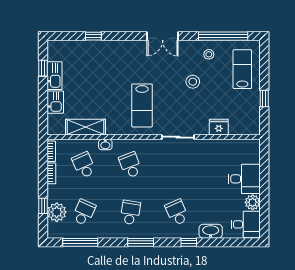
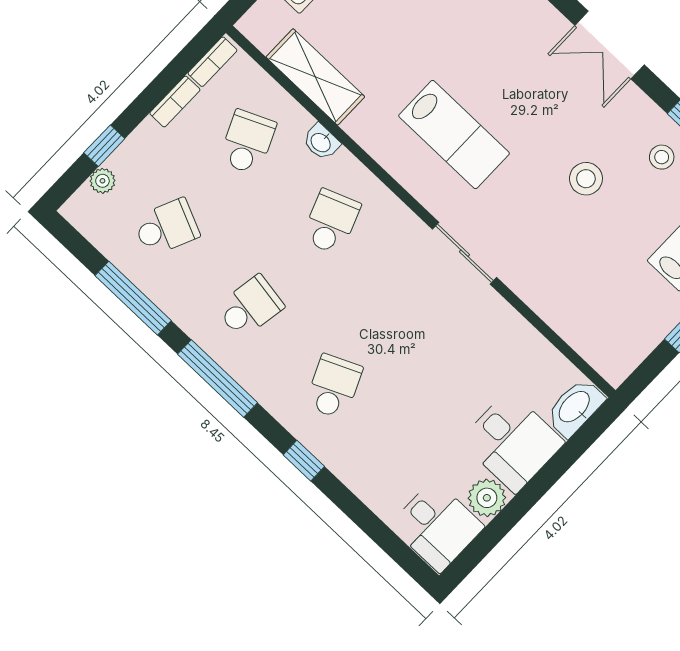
lab bench: (142, 105) -> (454, 135), turned -90
fridge: (219, 127) -> (555, 305), removed
plant: (57, 212) -> (102, 181), width x0.53, depth x0.53
washbasin: (211, 231) -> (575, 407), moved, turned -90
window: (80, 242) -> (133, 298), moved
window: (141, 242) -> (217, 378), width x1.44

